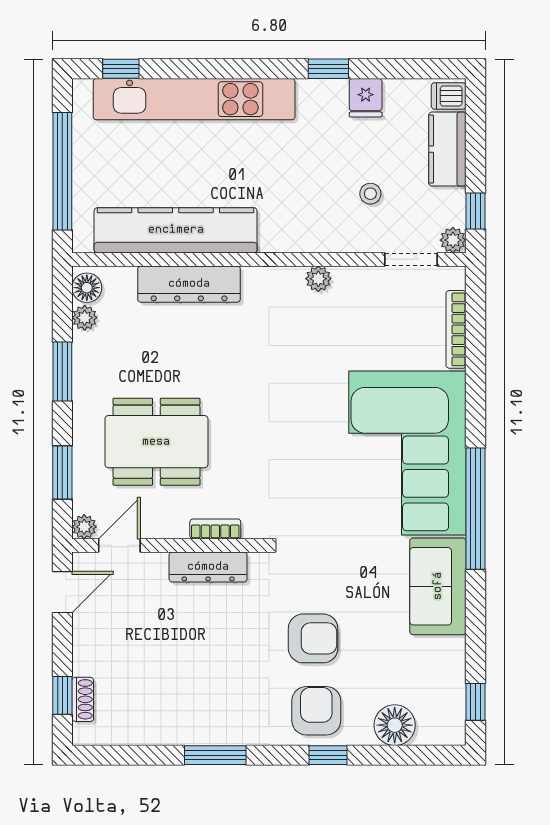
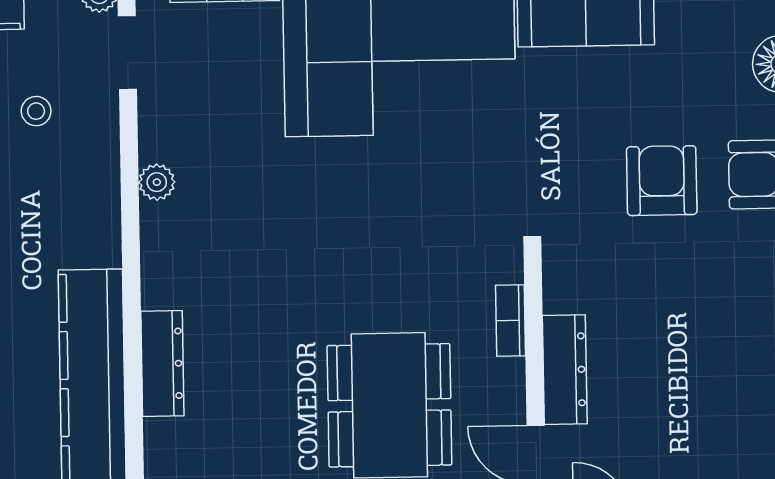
dresser: (189, 284) -> (162, 364), width x0.73, depth x0.80
dresser: (208, 567) -> (565, 370), moved

